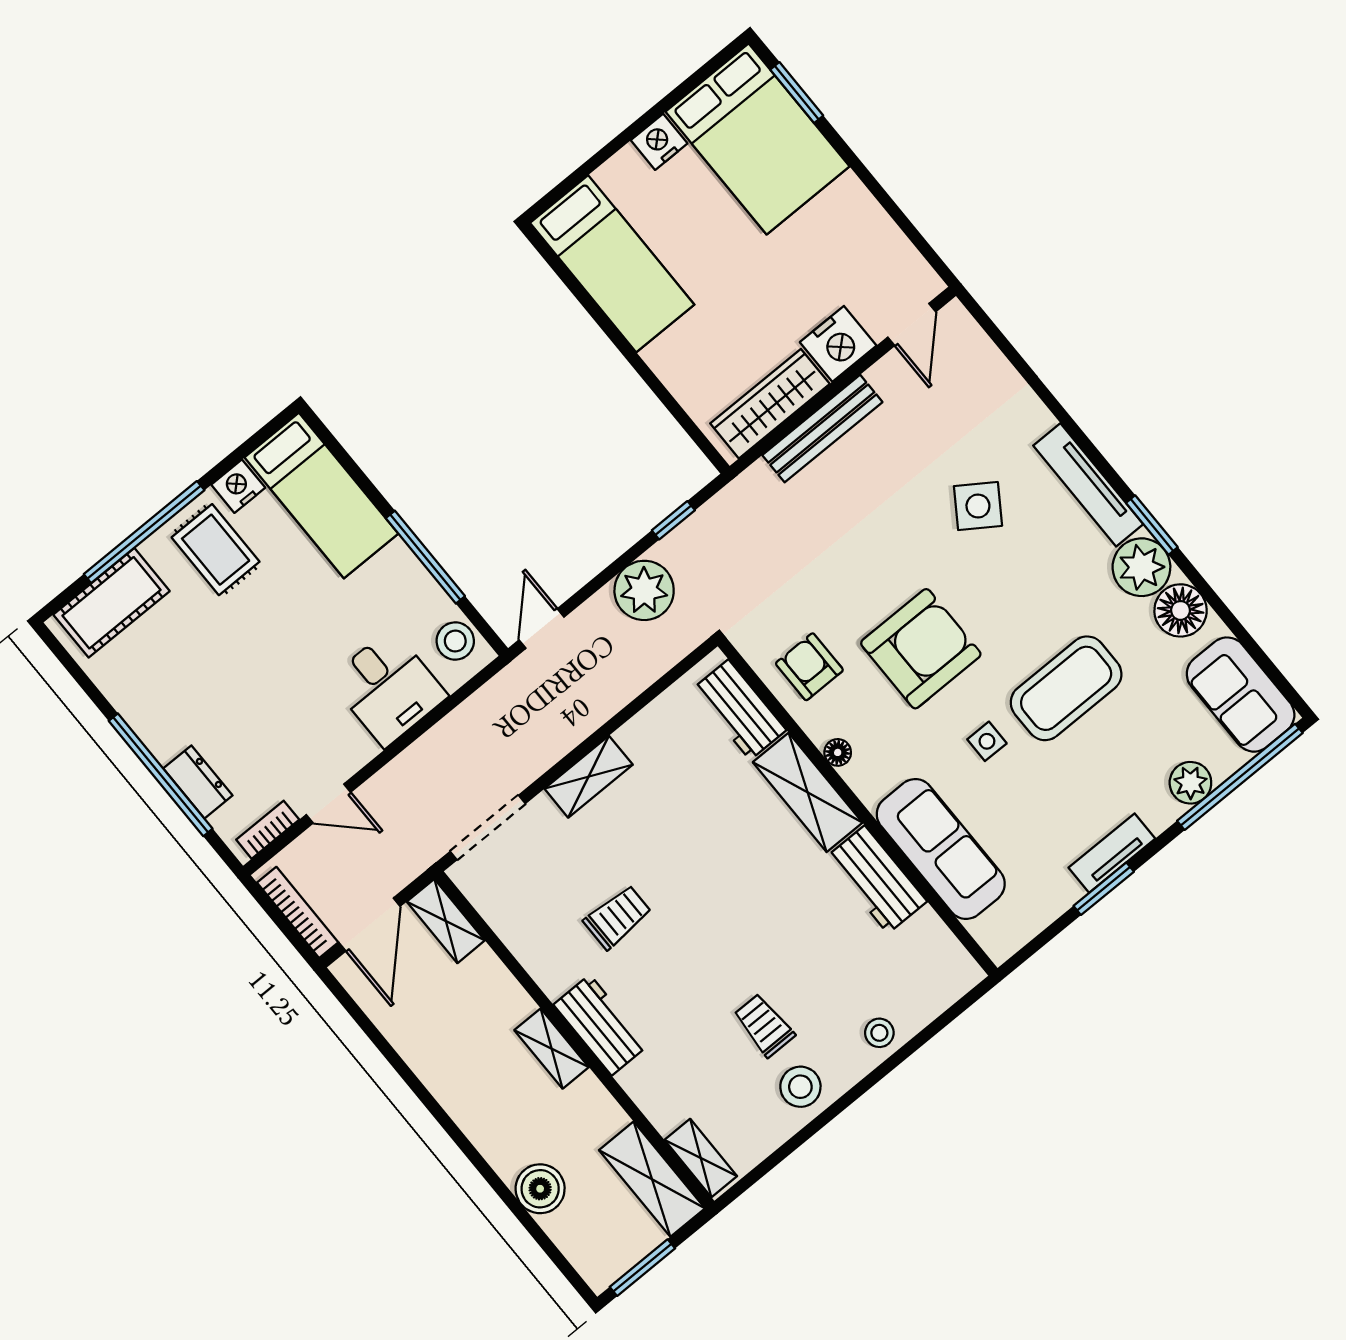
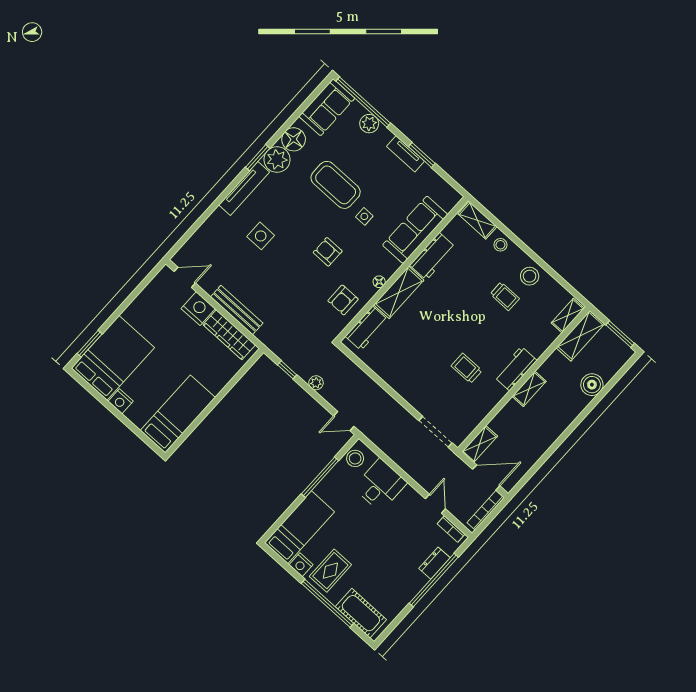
side table: (978, 506) -> (261, 236), turned -34
plant: (644, 590) -> (316, 383), width x0.53, depth x0.53
armchair: (921, 649) -> (328, 252), width x0.53, depth x0.53
shelving: (589, 777) -> (477, 220), moved
trolley: (764, 1025) -> (505, 296), turned -90

